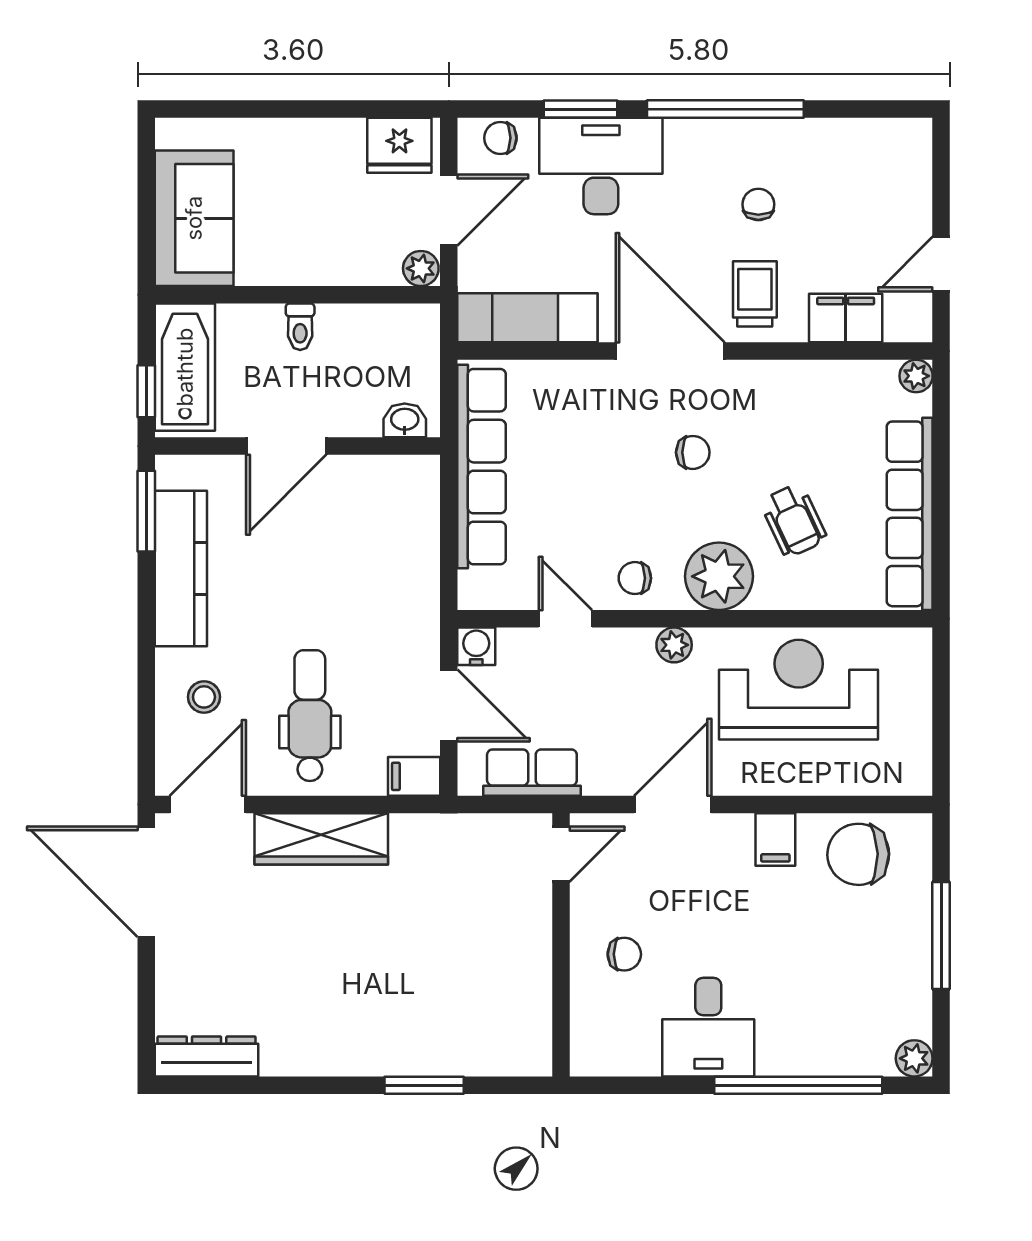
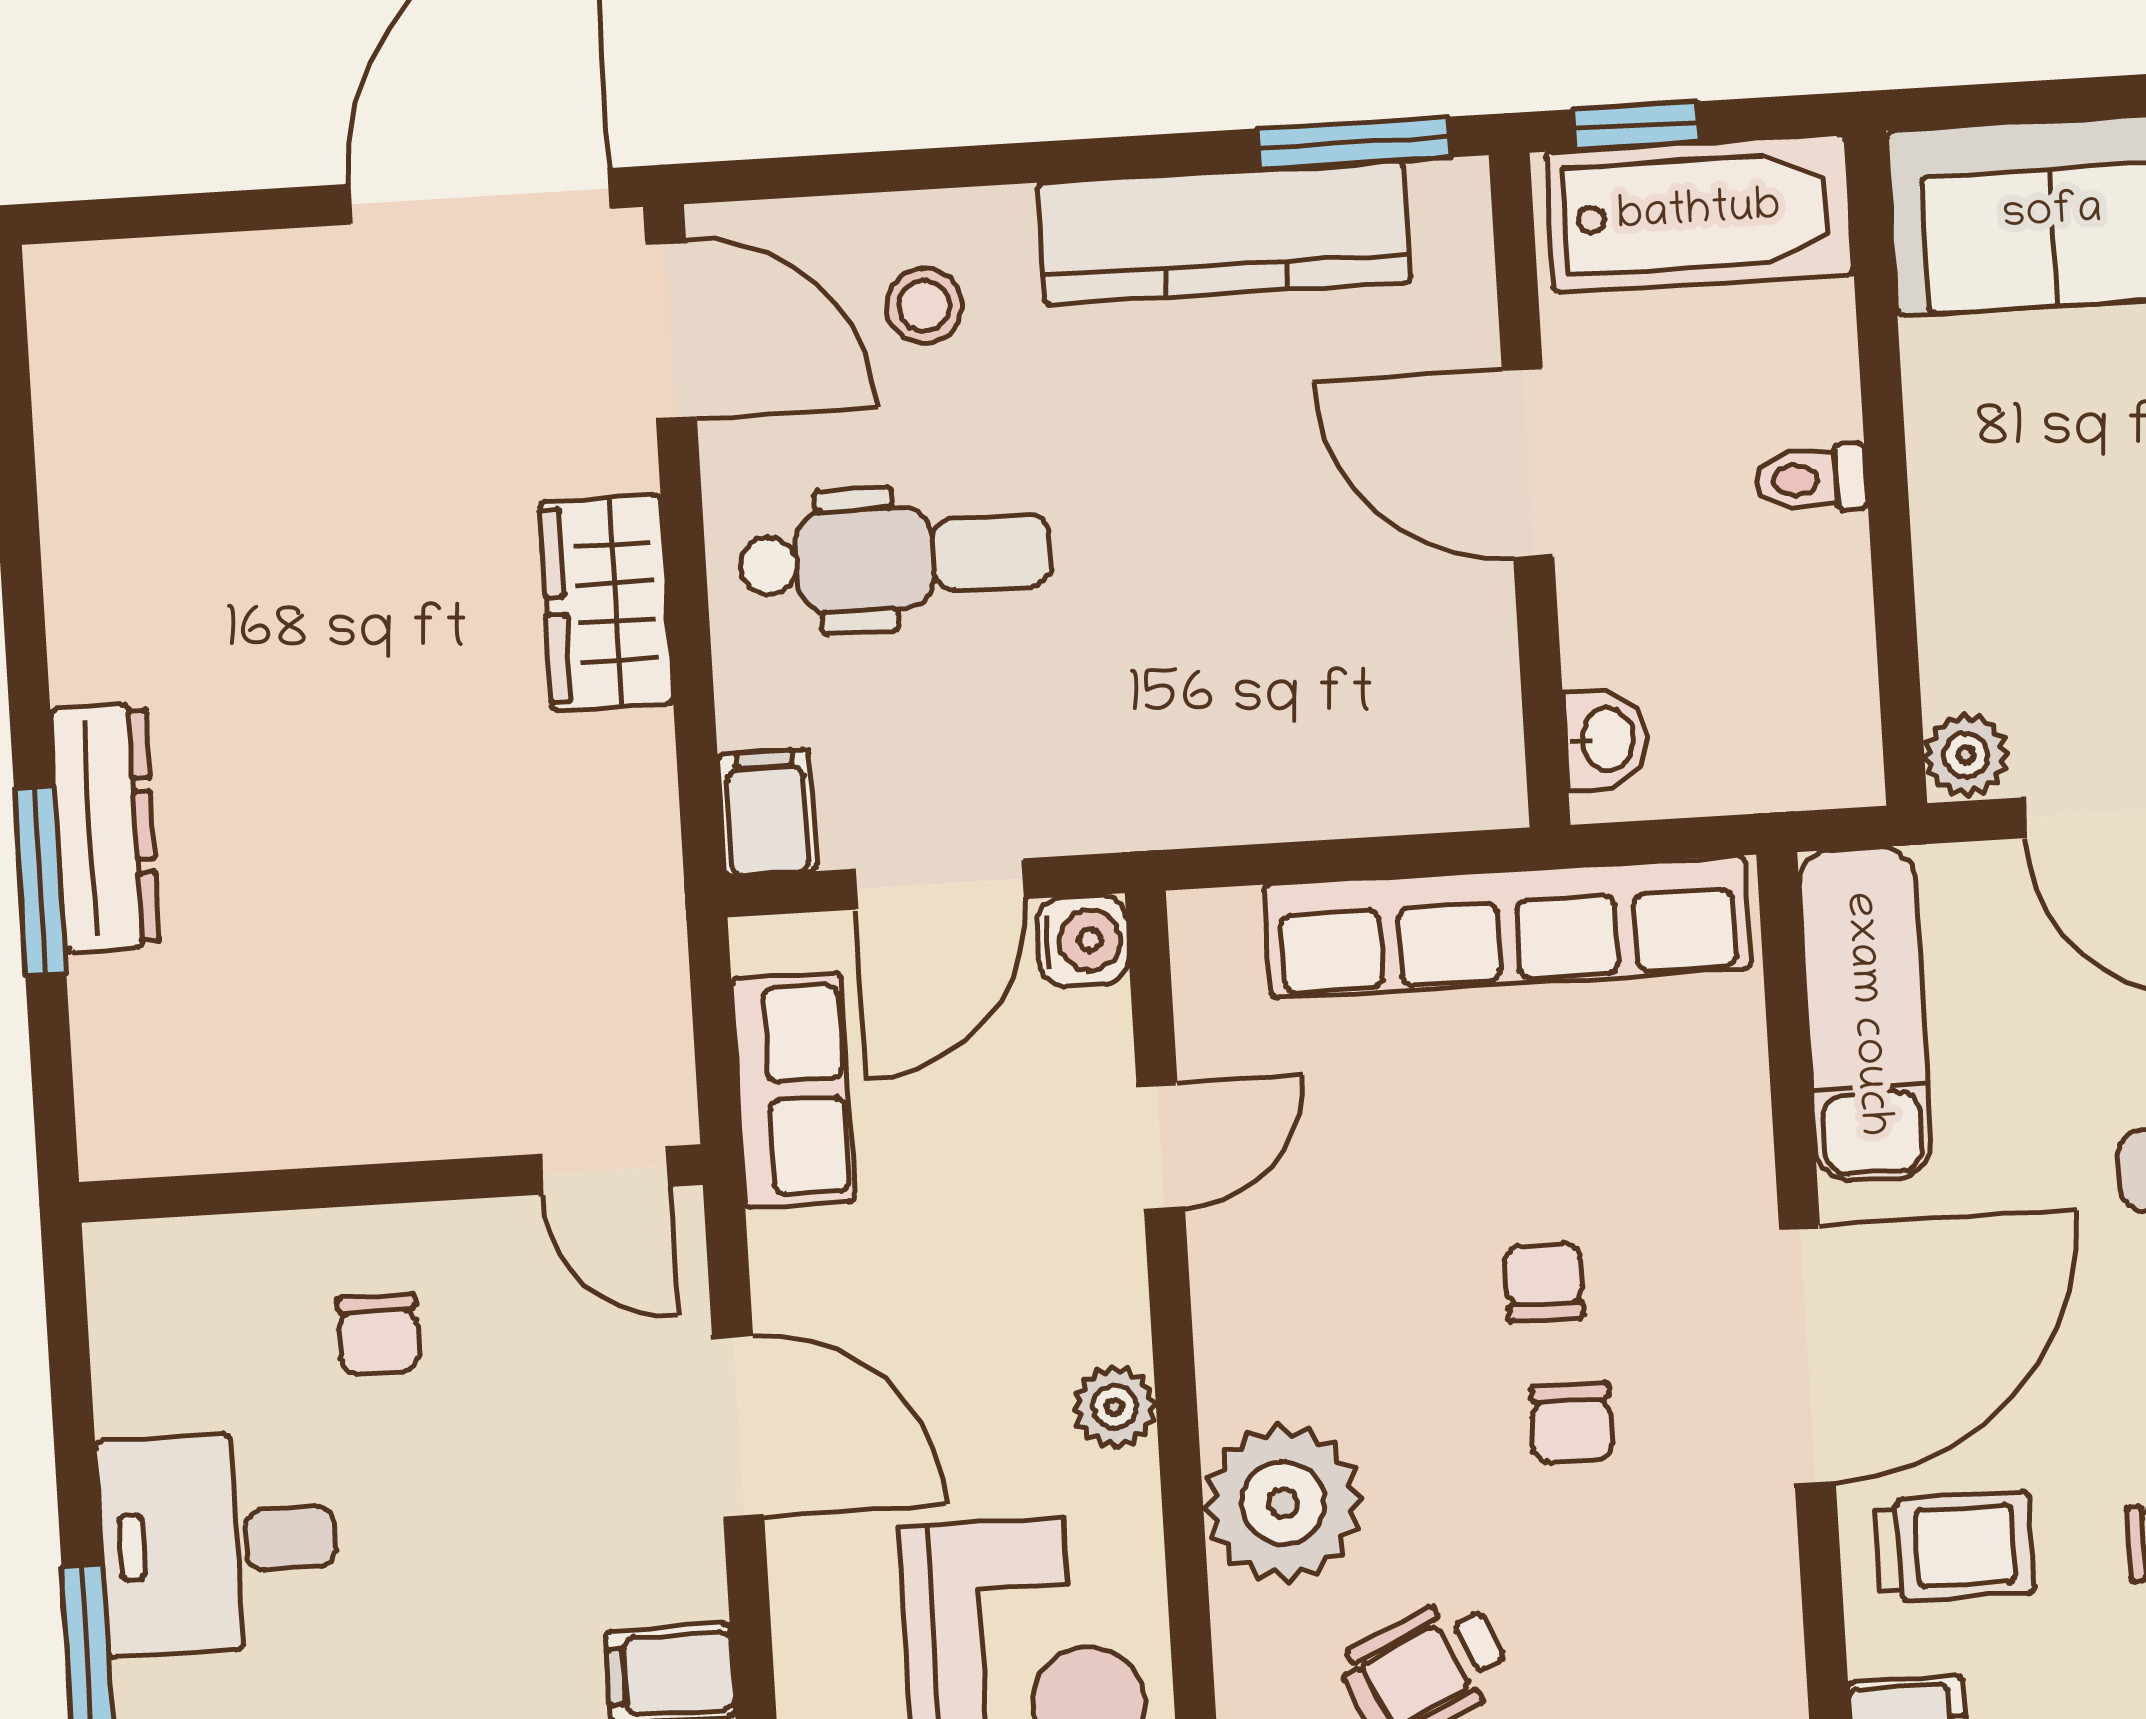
chair: (635, 578) -> (1544, 1282), moved
wardrobe: (321, 839) -> (606, 603), width x0.67
dresser: (207, 1056) -> (105, 828), moved

